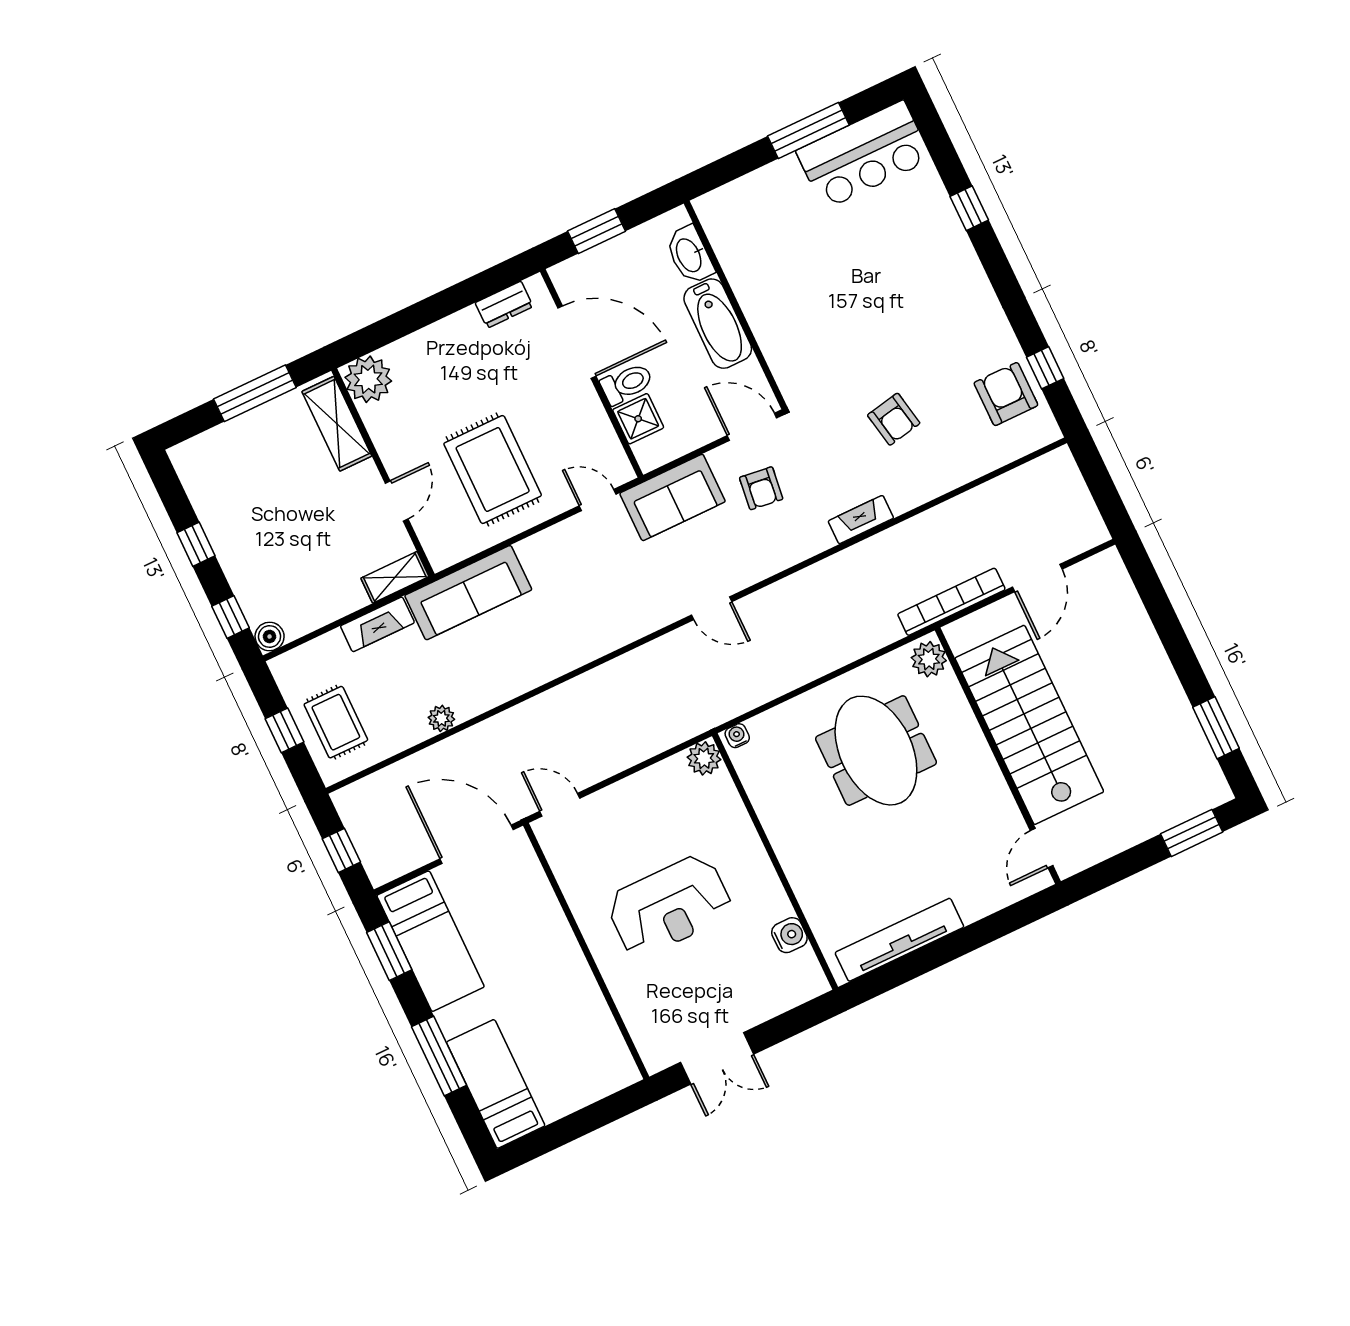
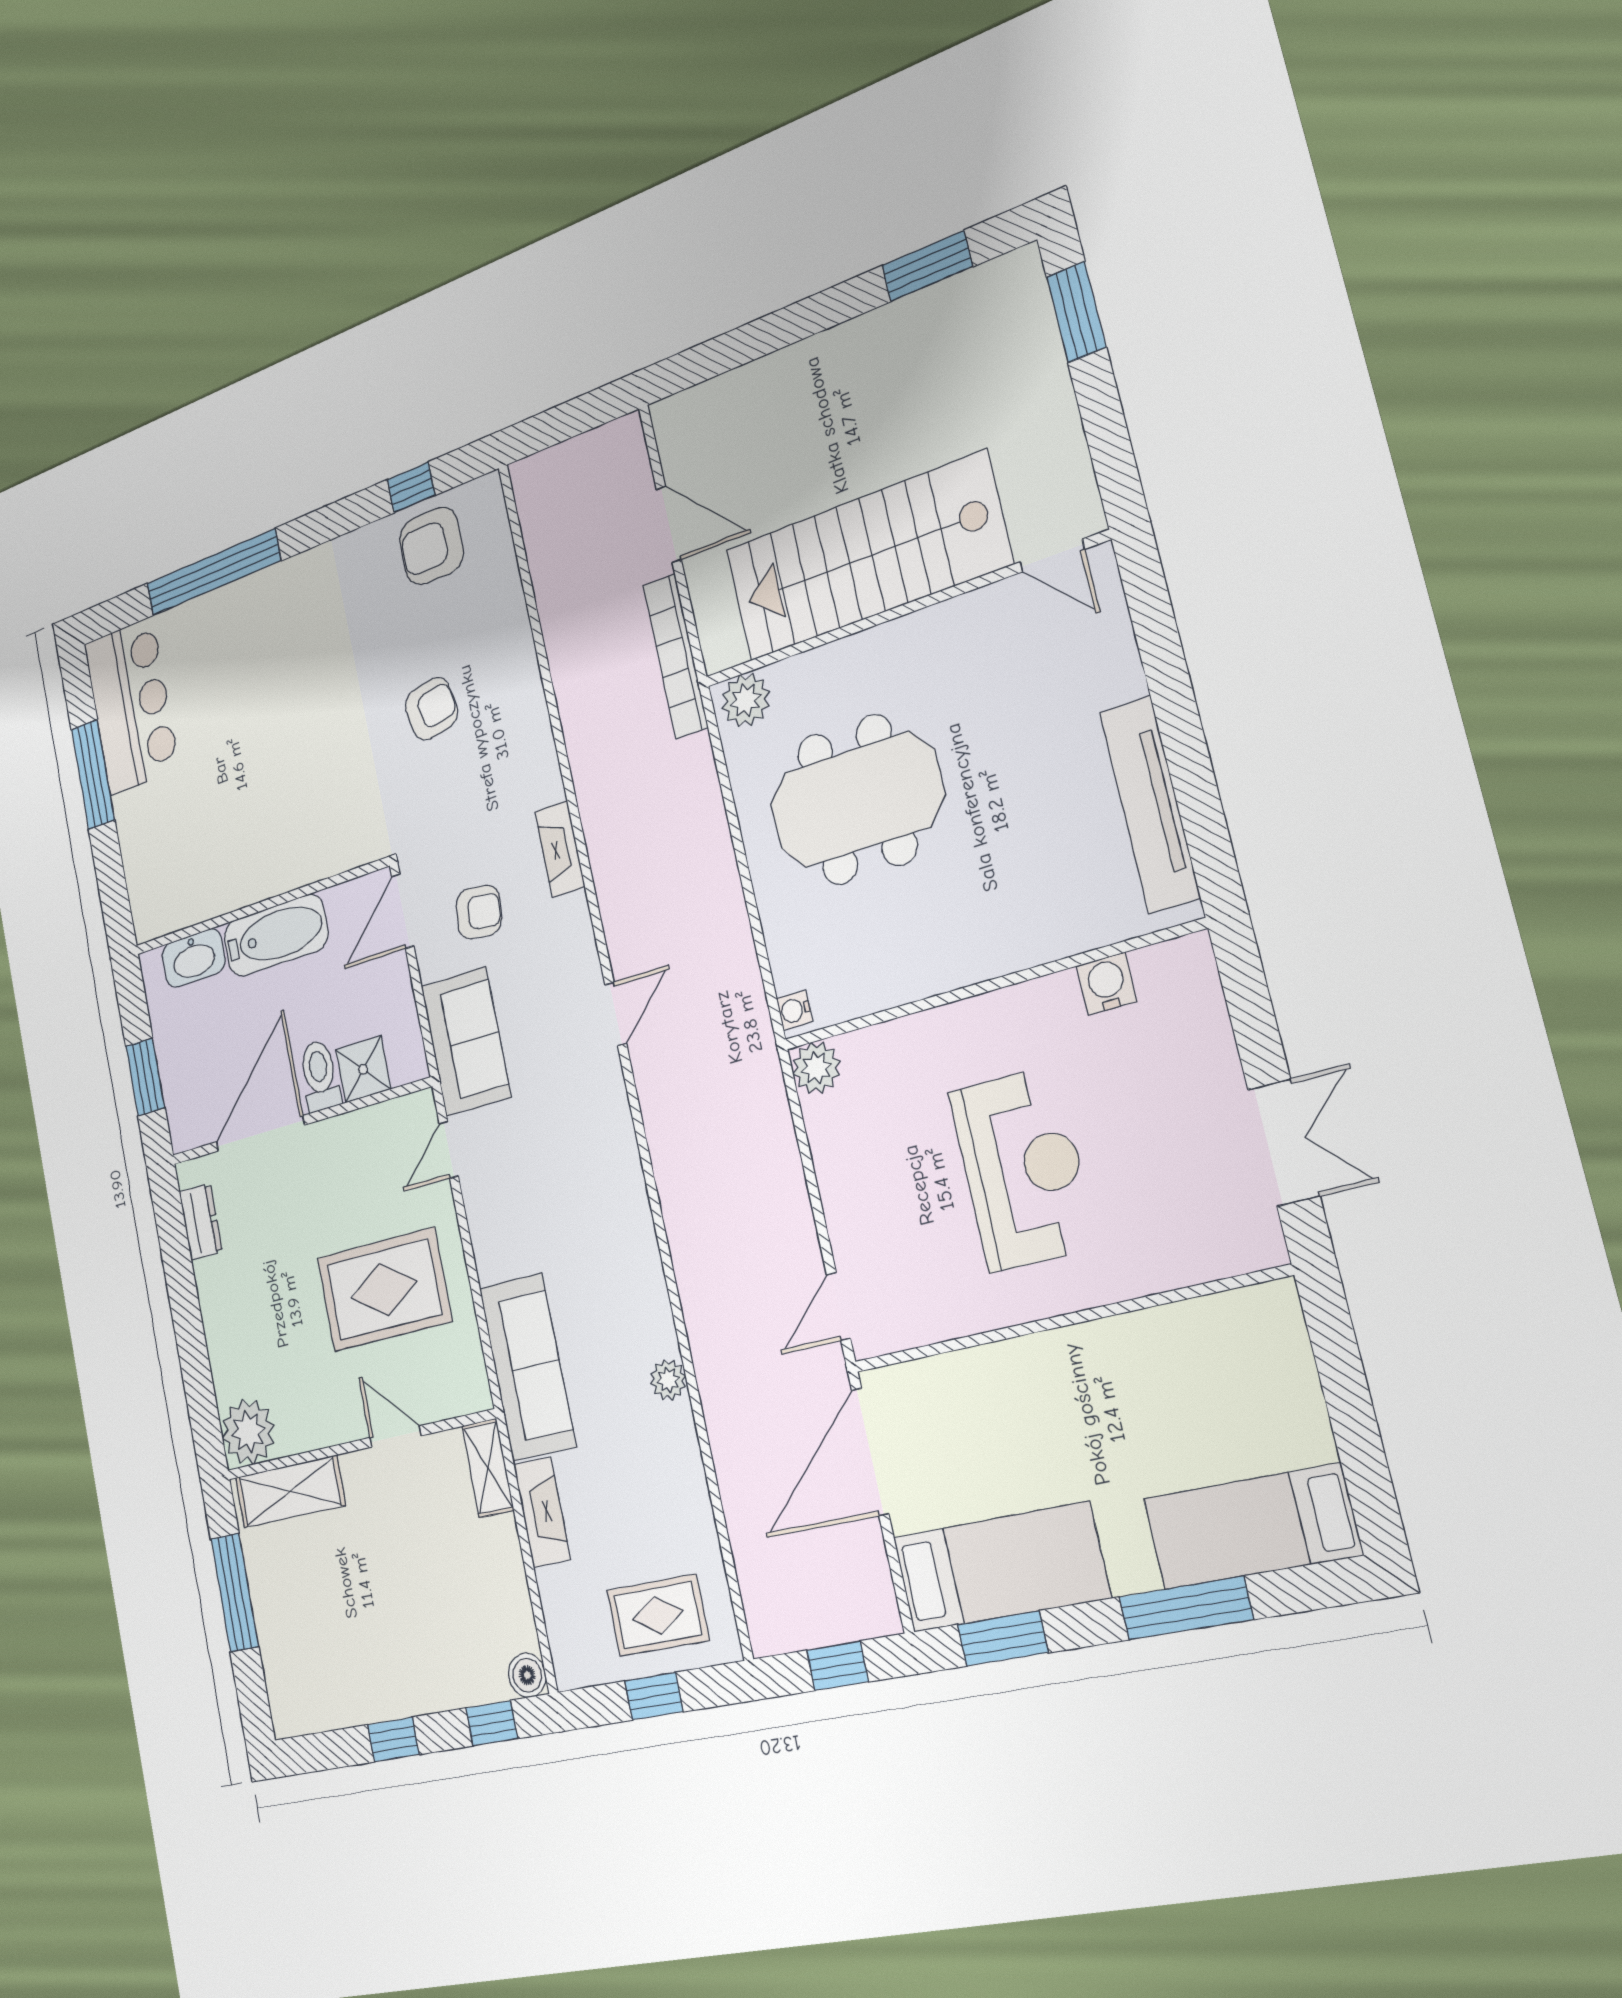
window: (969, 208) -> (213, 572), width x3.17
fireplace: (861, 520) -> (560, 849), moved
plant: (441, 718) -> (668, 1380), moved

